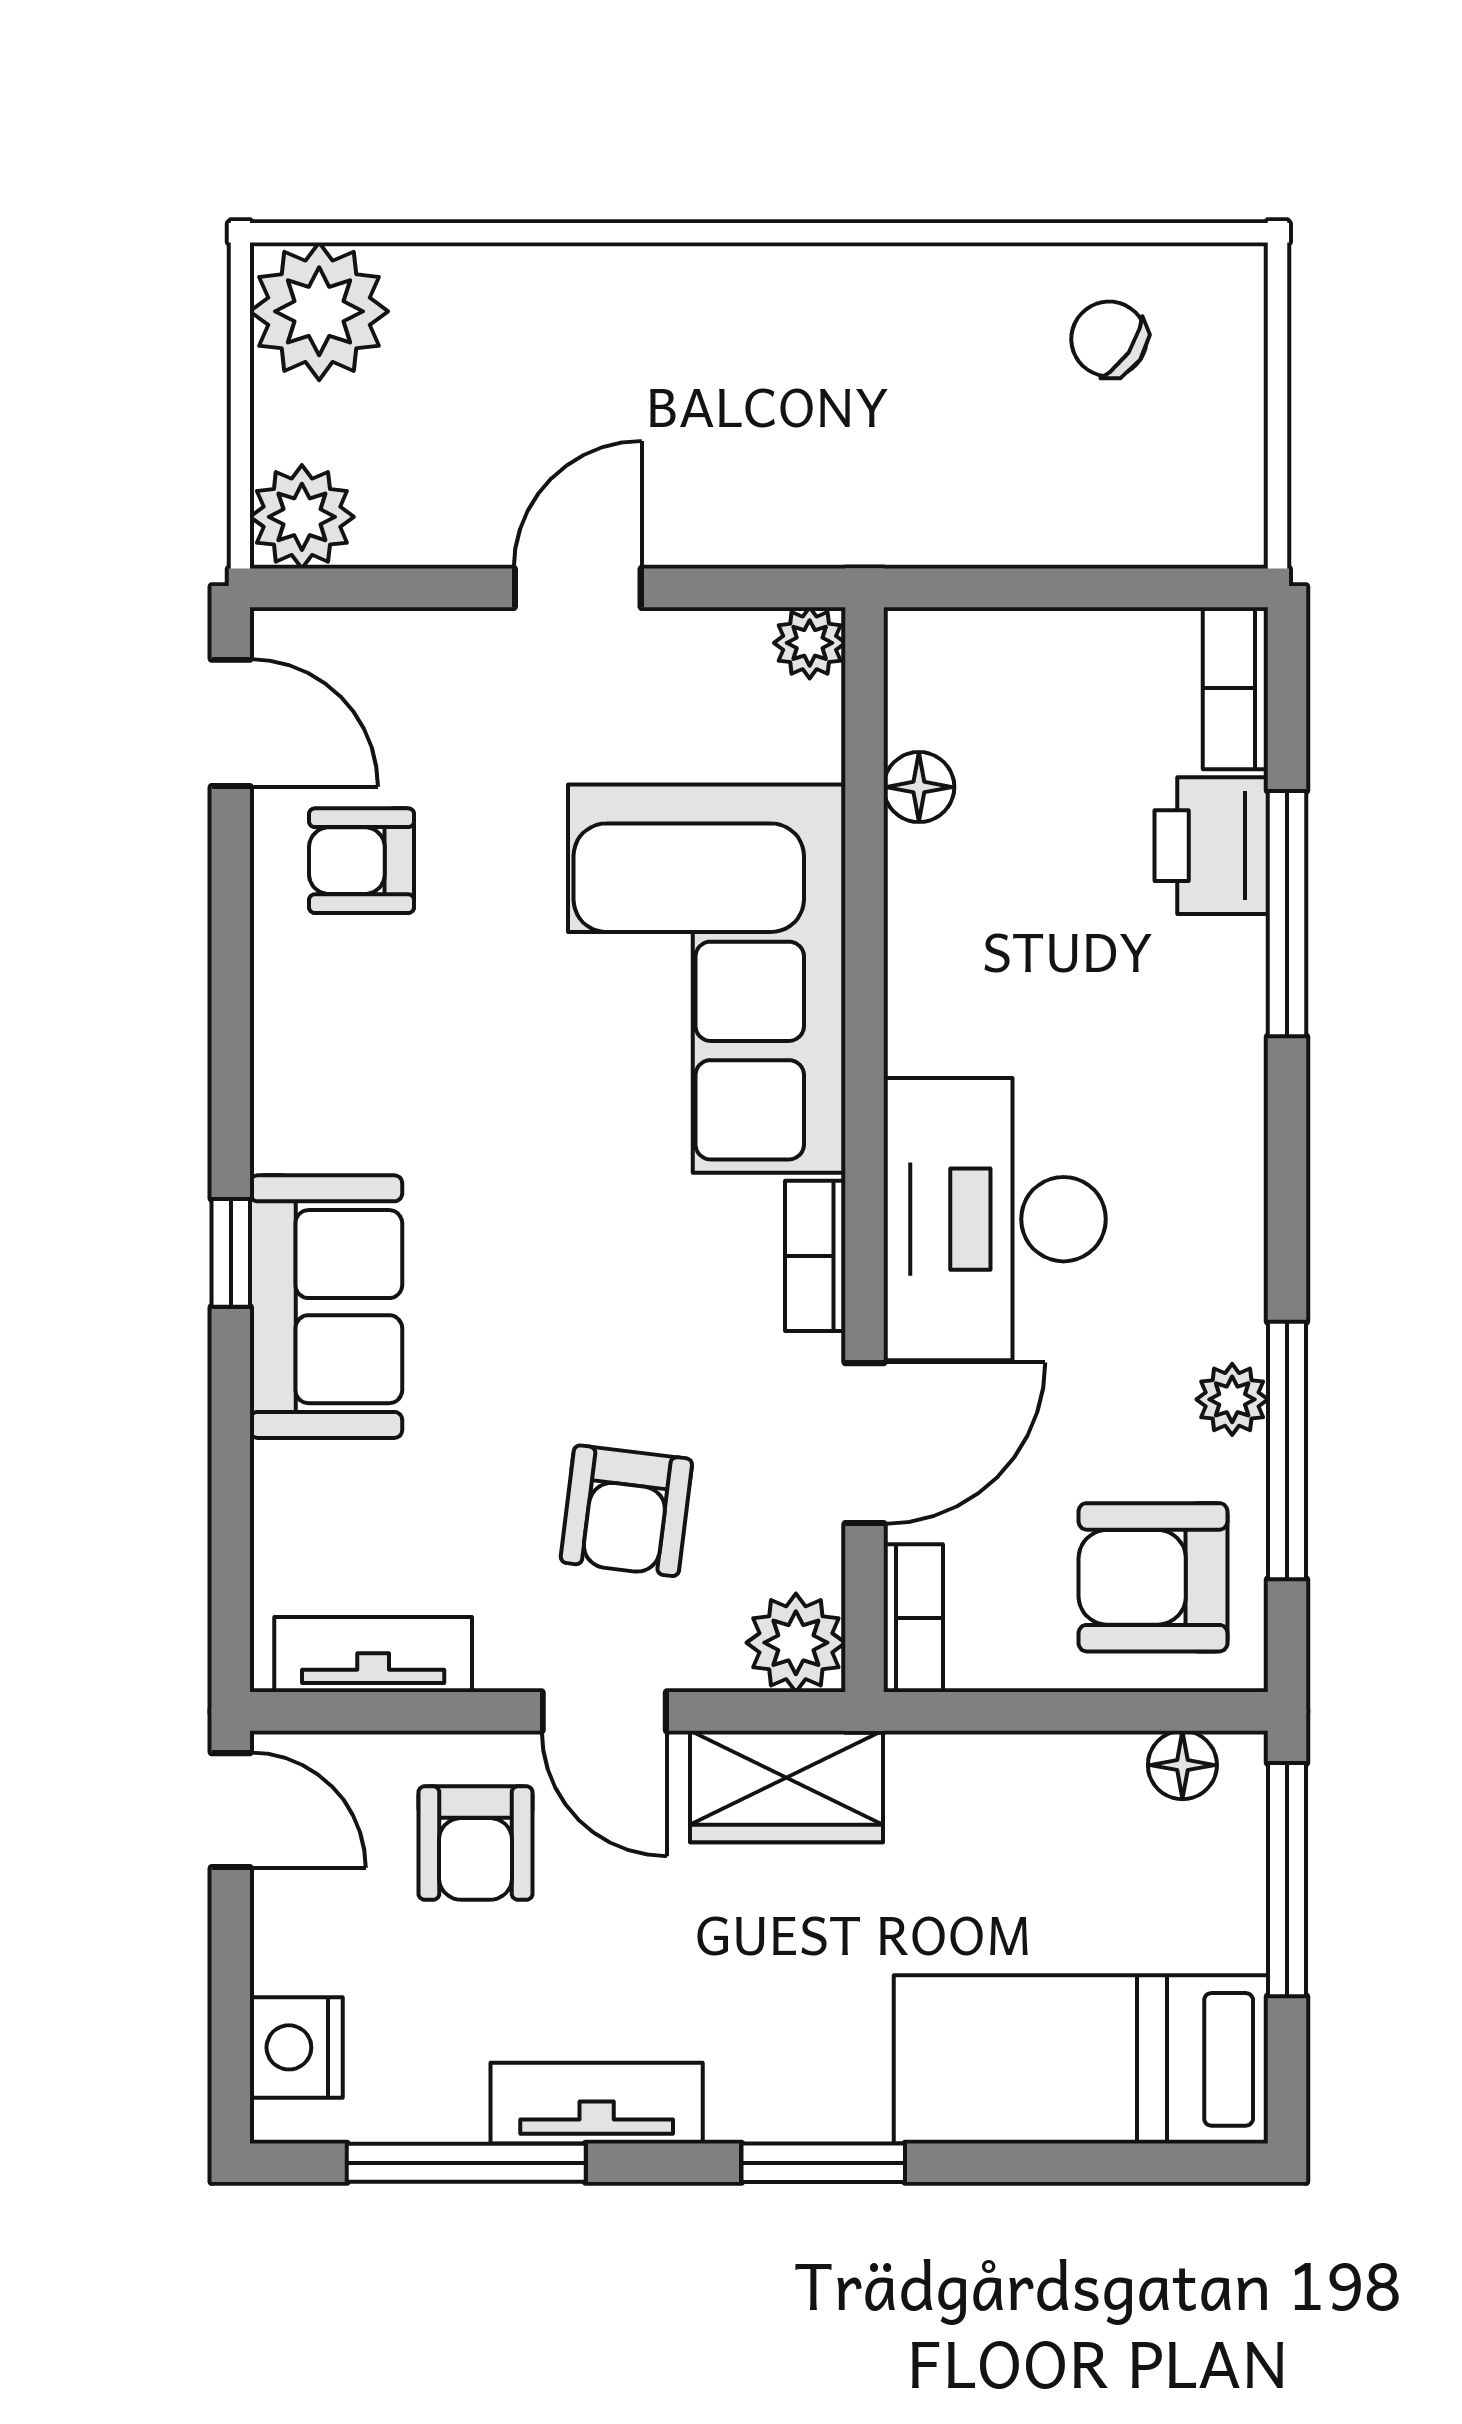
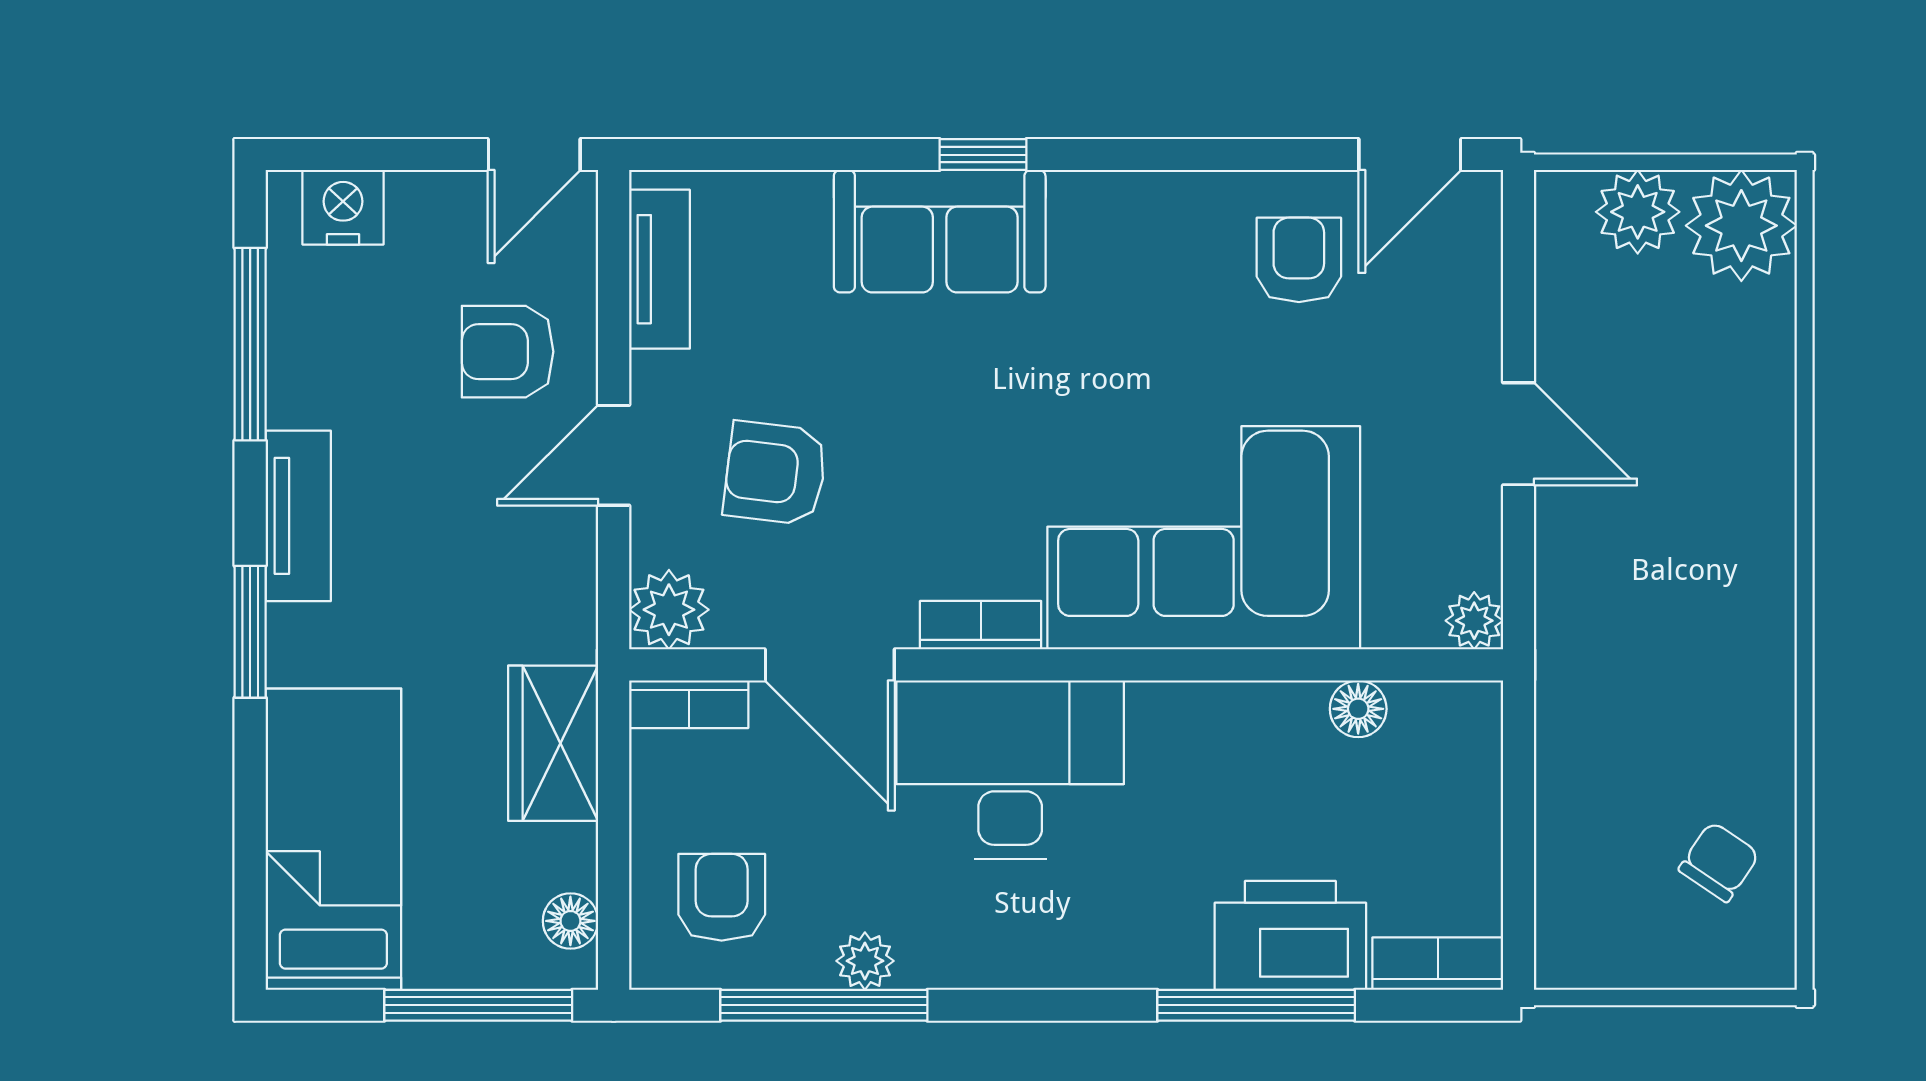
plant: (302, 517) -> (1638, 212), moved
printer: (1211, 846) -> (1290, 935), width x1.37, depth x1.19
armchair: (1153, 1577) -> (722, 897), width x0.72, depth x0.72
wardrobe: (787, 1787) -> (553, 743), moved
tv unit: (597, 2103) -> (298, 516), moved

